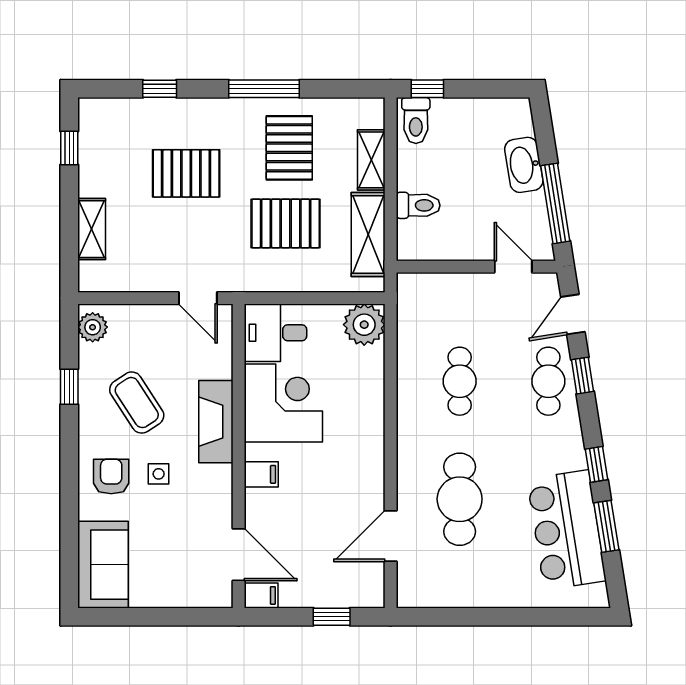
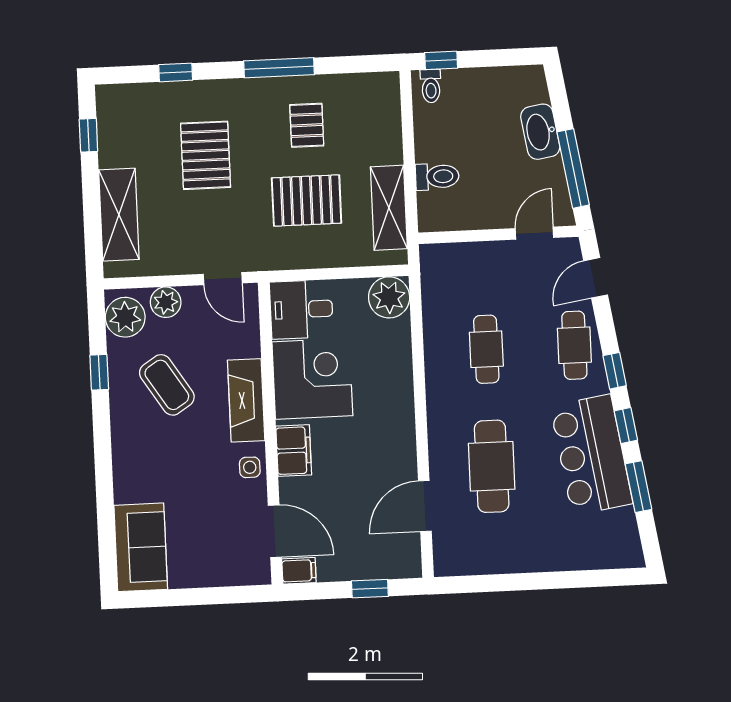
toilet: (416, 120) -> (431, 86), width x0.73, depth x0.72
pallet: (289, 148) -> (307, 125), width x0.67, depth x0.71
shelving: (371, 160) -> (389, 134), removed
pallet: (186, 173) -> (206, 155), turned 90
shelving: (92, 229) -> (119, 215), width x1.50, depth x1.33
door: (513, 267) -> (534, 233), hinge flipped
plant: (139, 319) -> (166, 302), added
plant: (93, 327) -> (125, 317), width x1.36, depth x1.36
window: (583, 376) -> (615, 371), moved
side table: (159, 474) -> (250, 467), moved
filing cabinet: (261, 474) -> (294, 451), width x2.00
armchair: (111, 476) -> (145, 459), removed
bar counter: (566, 530) -> (591, 455), moved

